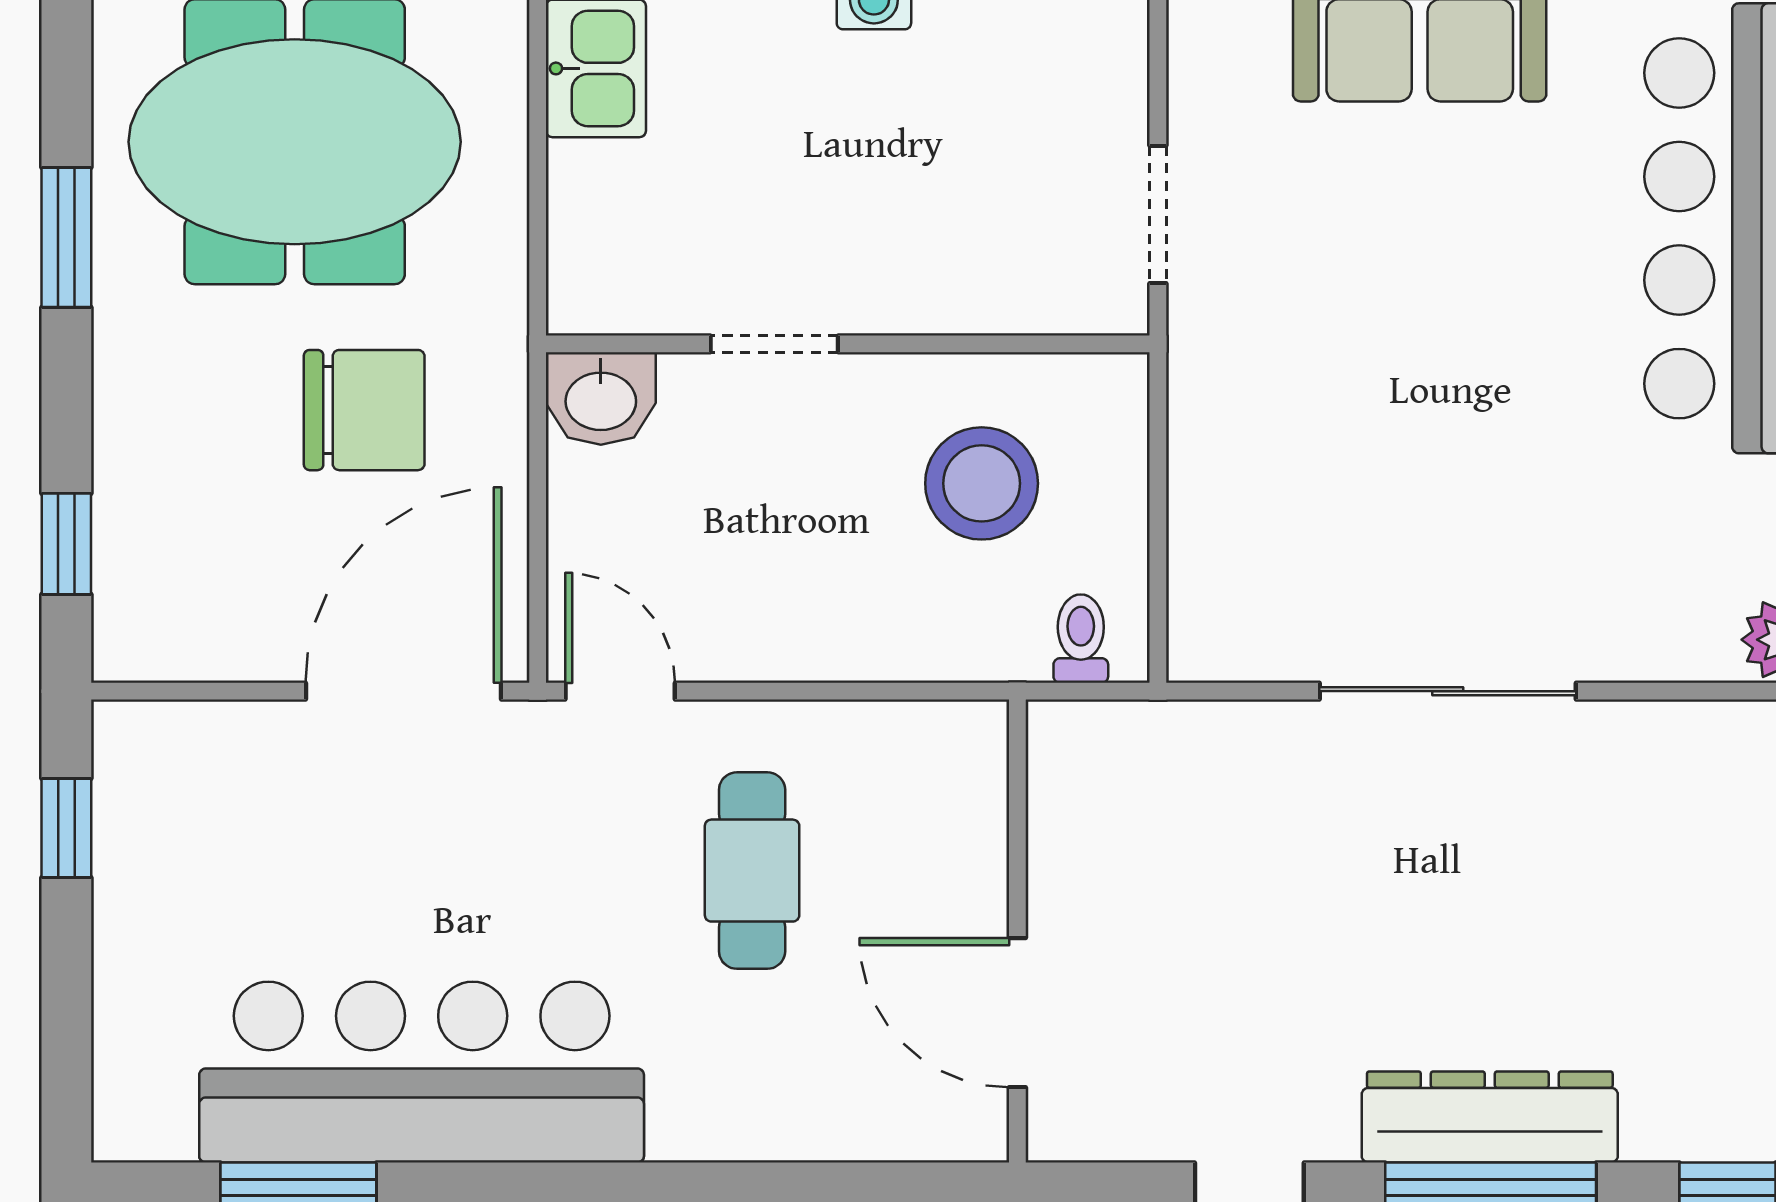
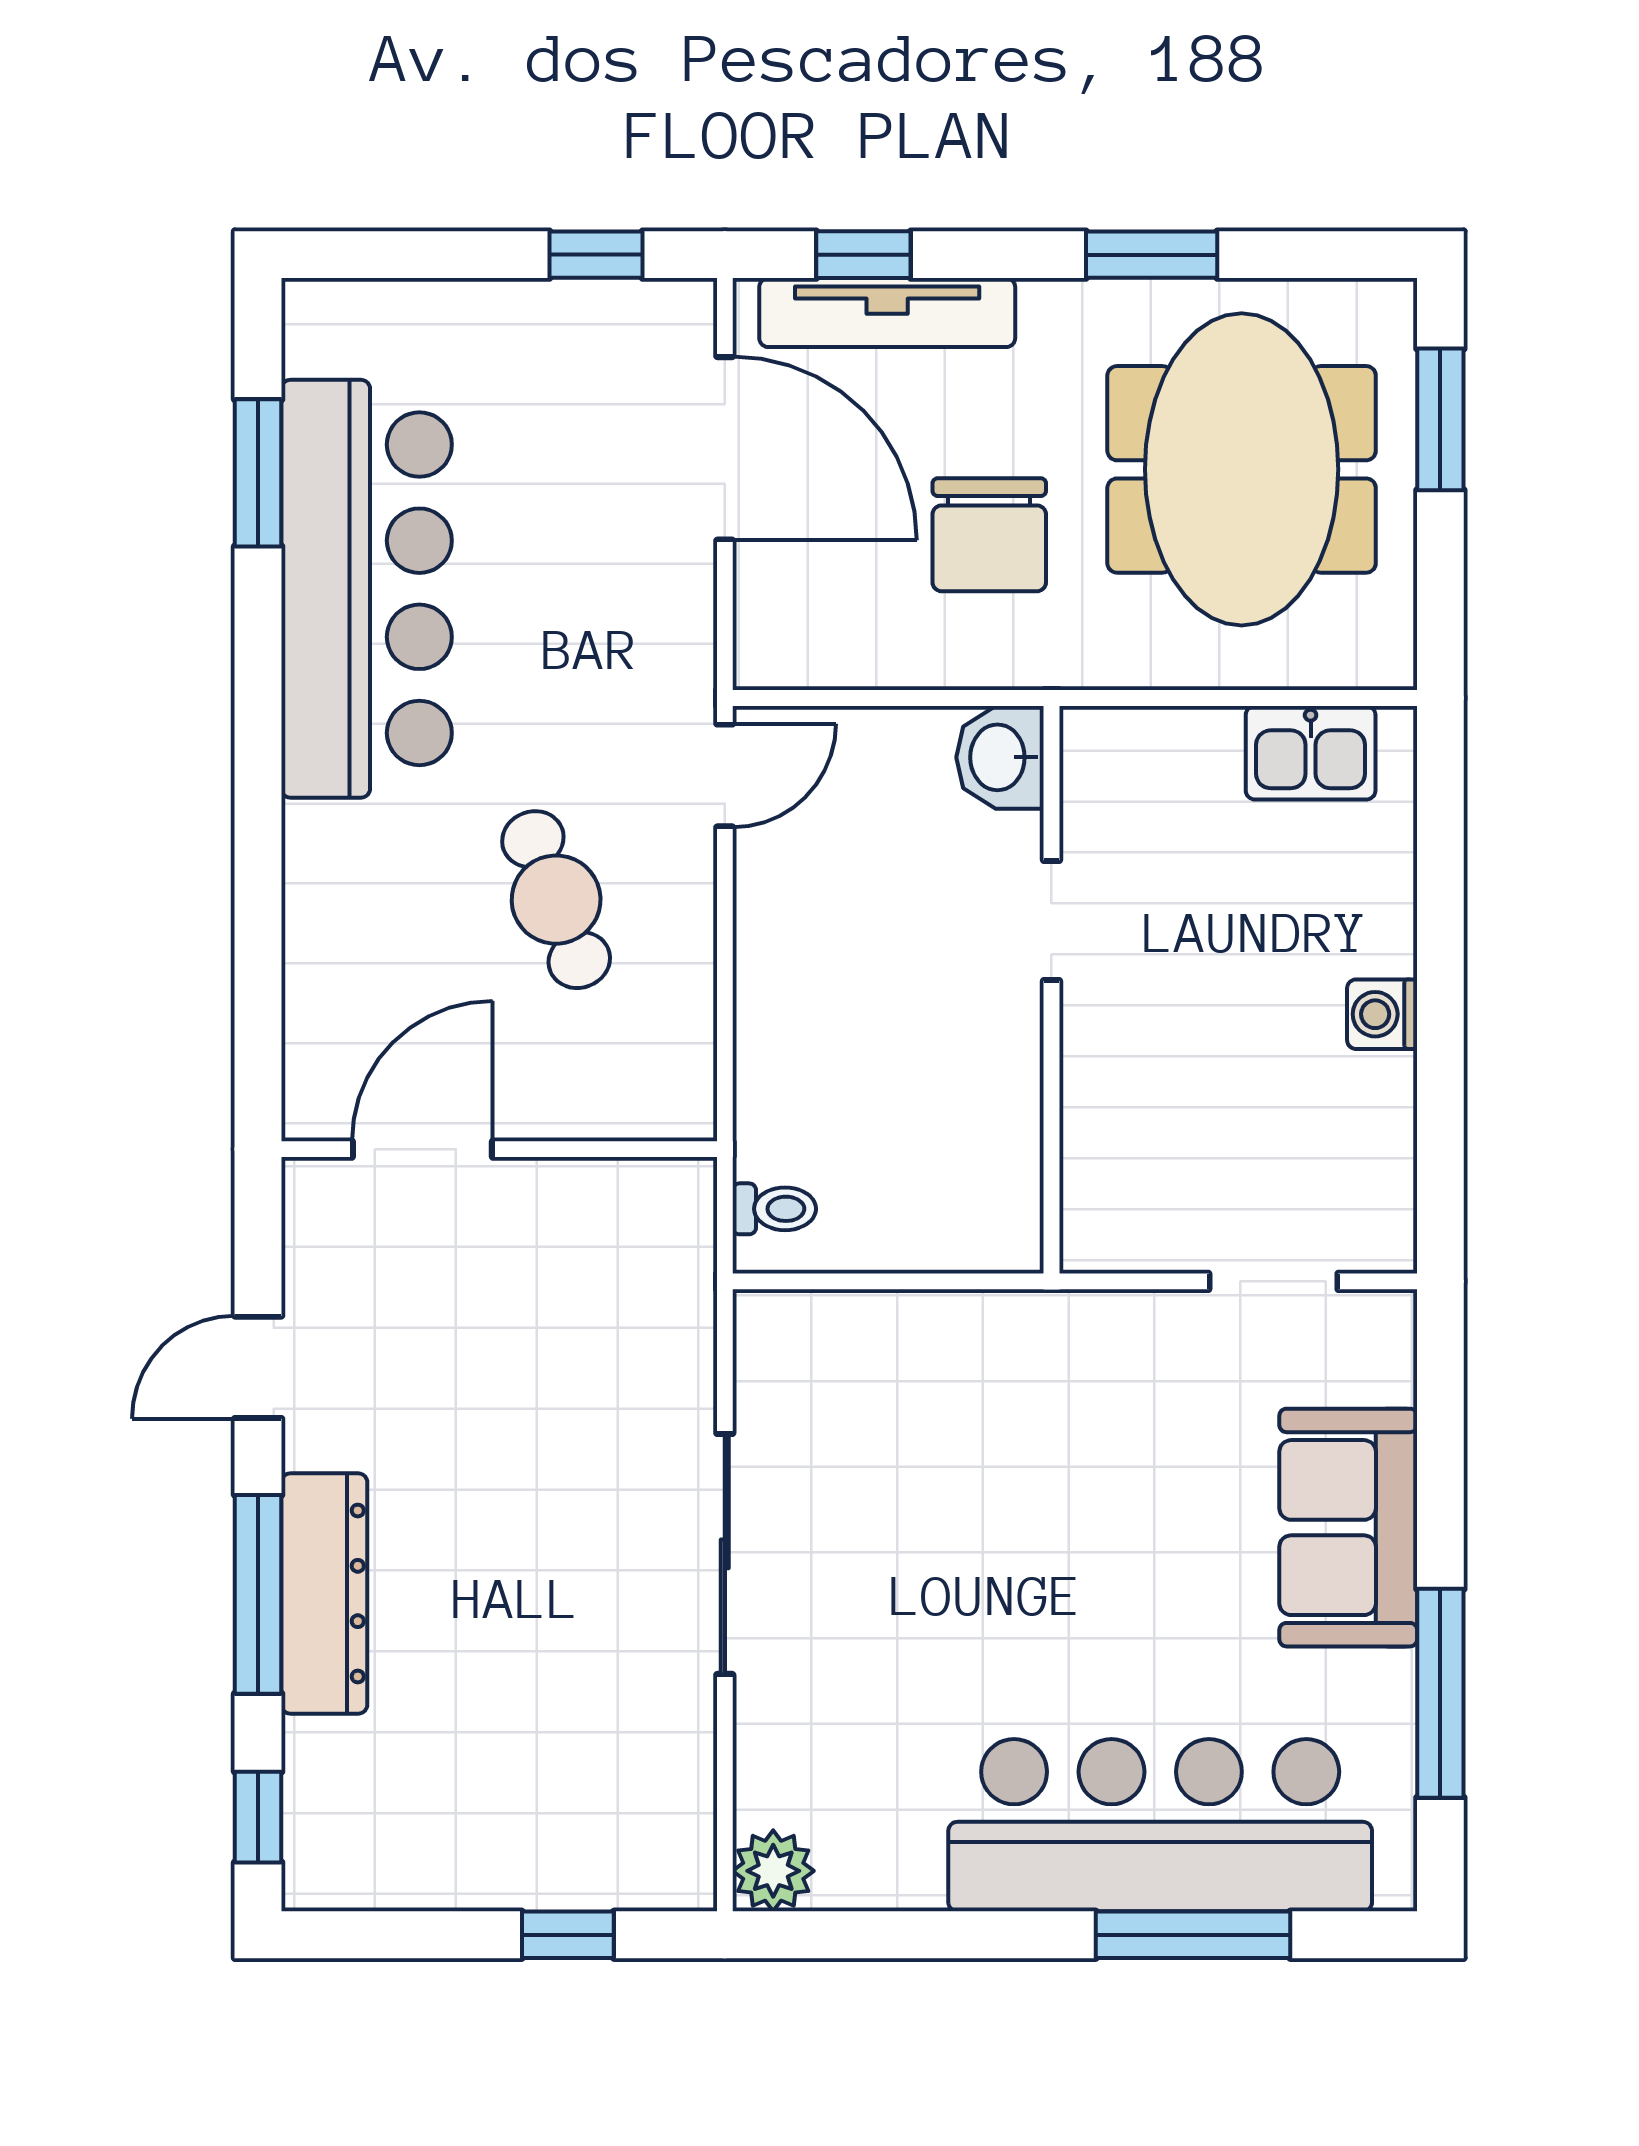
doorway: (1158, 215) -> (1273, 1281), moved
stool: (982, 483) -> (920, 1116), removed
tv unit: (128, 519) -> (887, 313), added
door: (403, 691) -> (725, 448), moved
cafe table: (752, 871) -> (556, 900), turned 69

